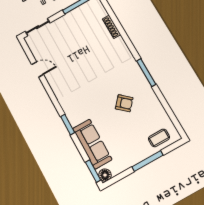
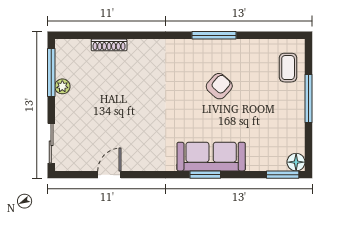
plant: (73, 15) -> (62, 86), added
window: (146, 73) -> (214, 35), moved
sofa: (92, 144) -> (211, 157), moved

